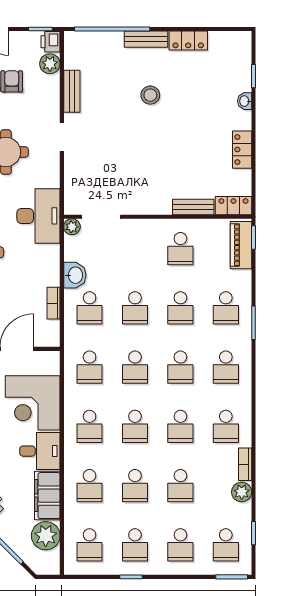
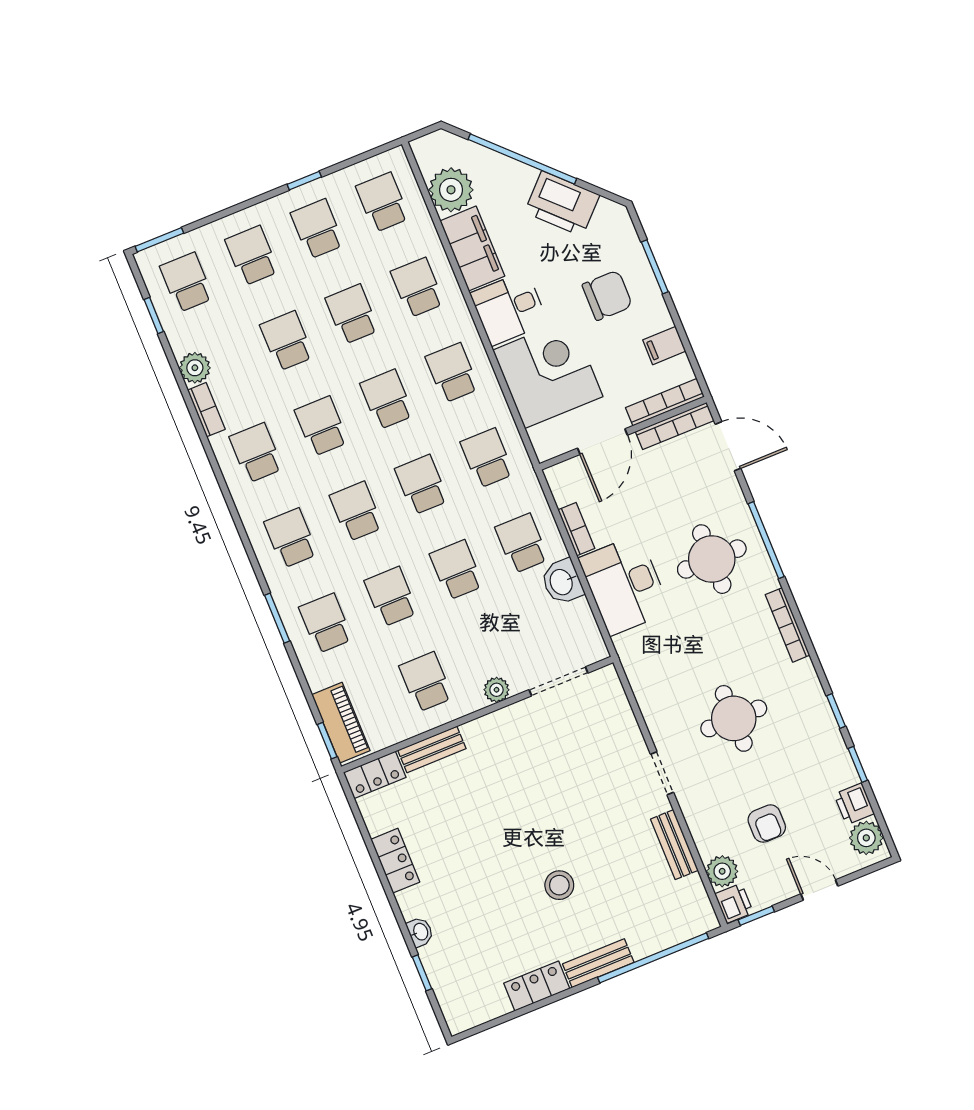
desk: (38, 216) -> (624, 585), moved
plant: (72, 227) -> (497, 690), moved

